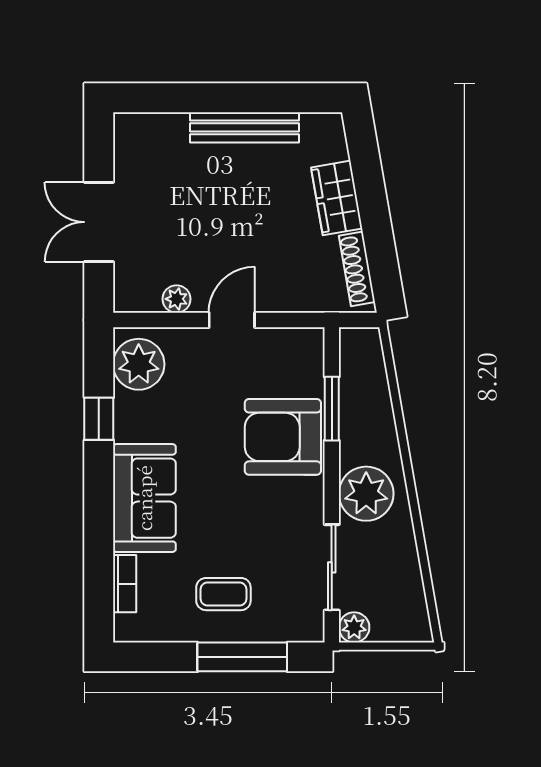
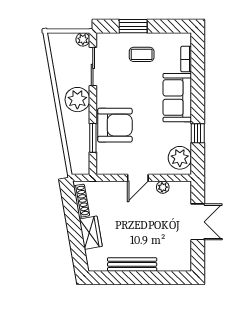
window: (242, 657) -> (133, 26), width x0.69

